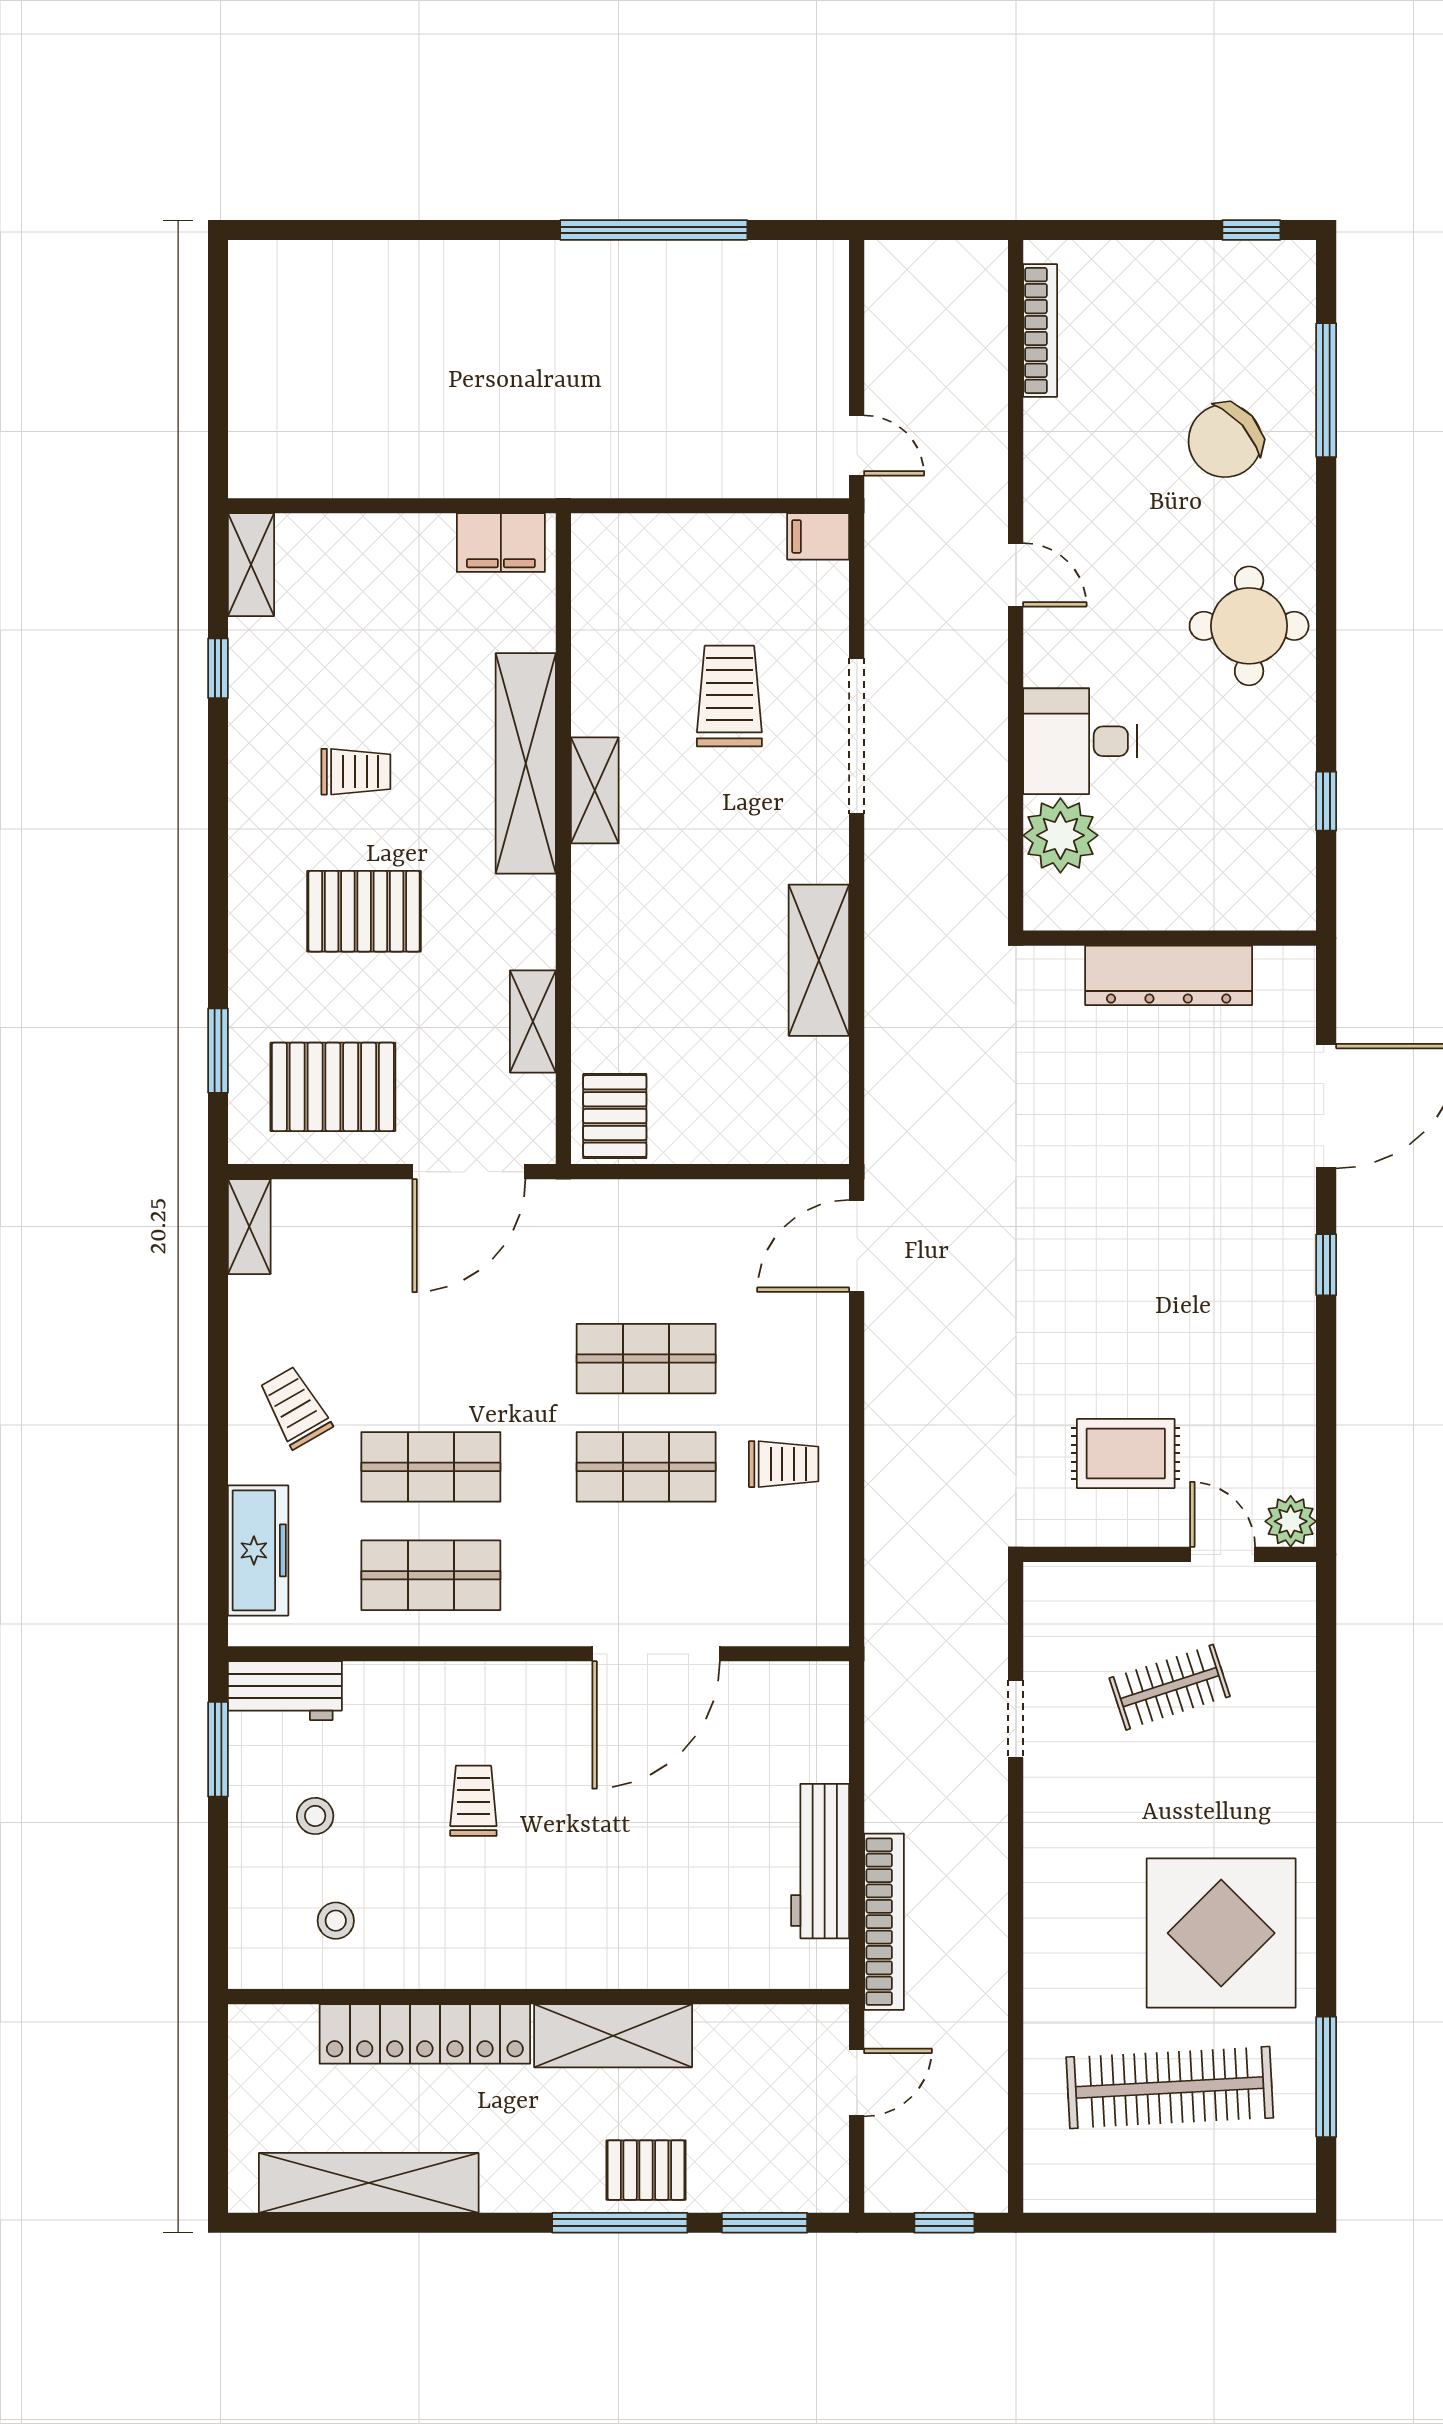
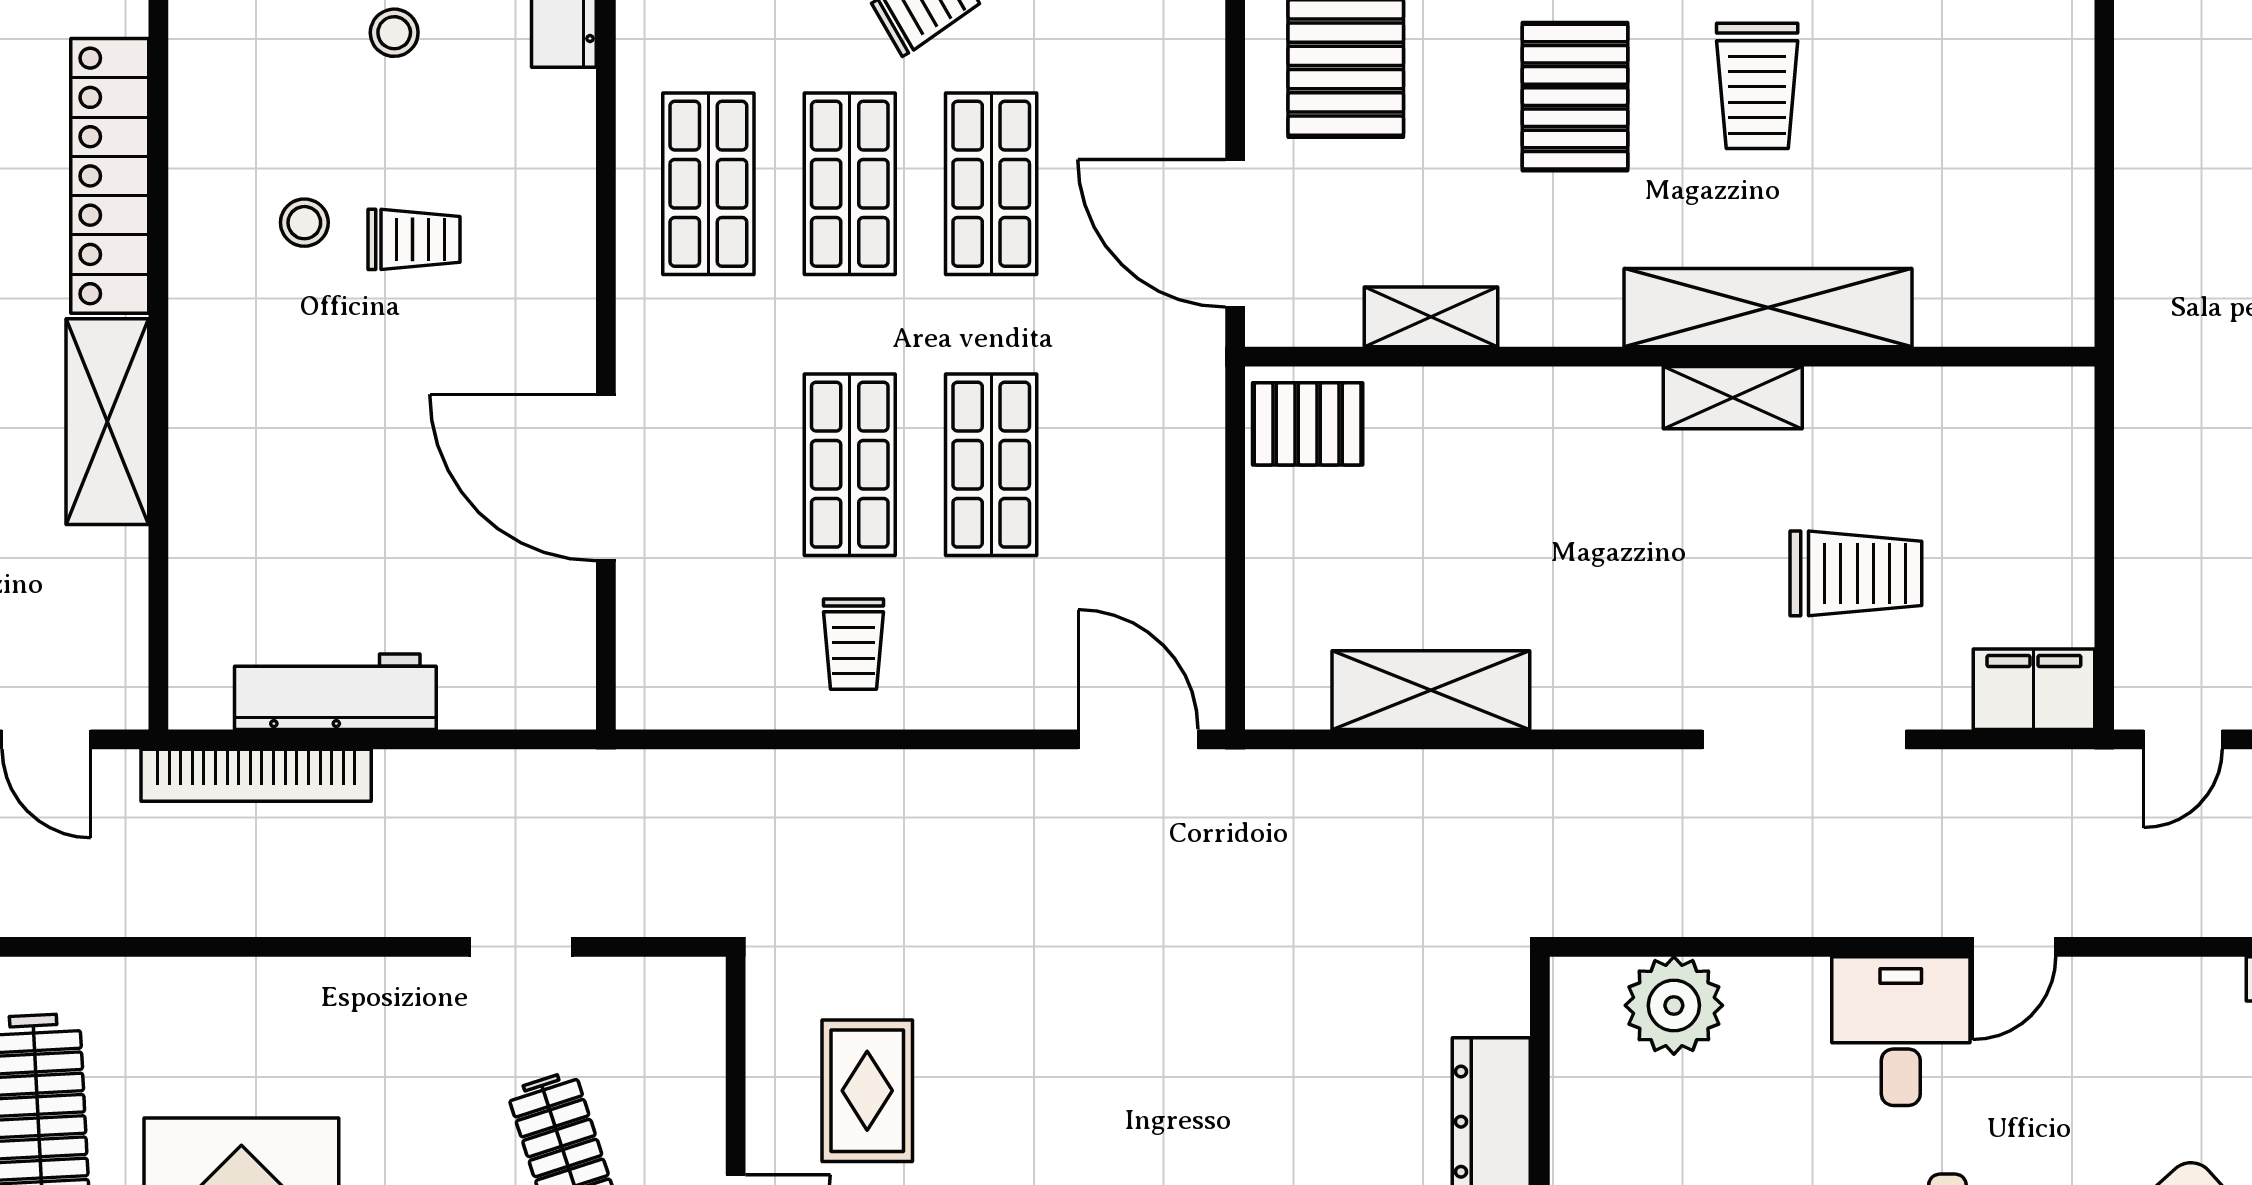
filing cabinet: (818, 536) -> (2034, 689), width x2.00
filing cabinet: (501, 543) -> (2056, 275), removed
desk: (1080, 741) -> (1901, 1031), moved
trolley: (356, 772) -> (1757, 86), width x1.36, depth x1.39
shelving: (819, 960) -> (1431, 690), moved
shop shelf: (431, 1359) -> (991, 184), added
stool: (336, 1921) -> (304, 223), moved

